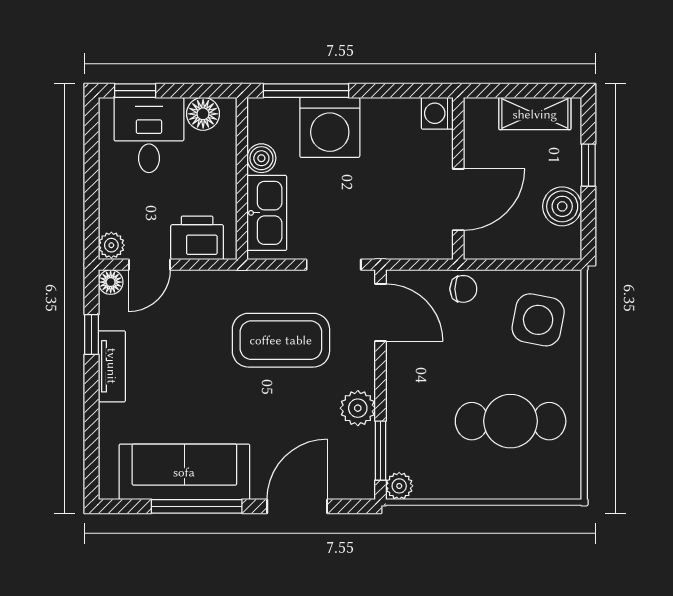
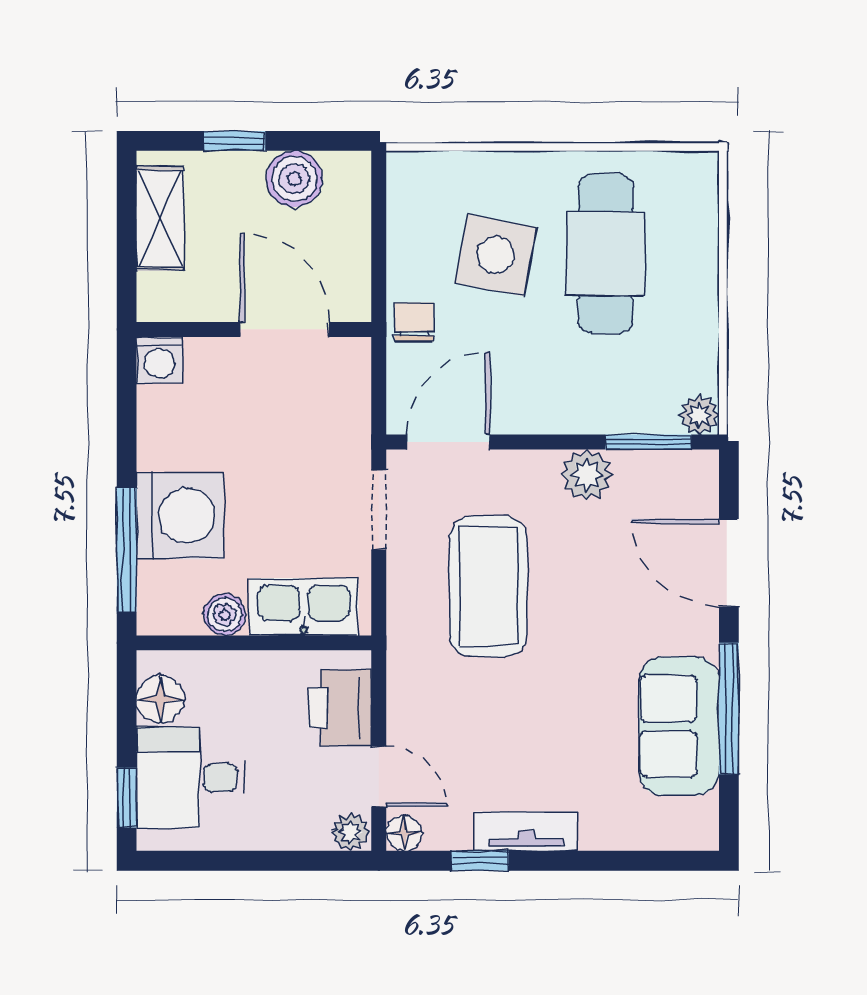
side table: (538, 320) -> (495, 255), moved
sofa: (184, 472) -> (679, 726), width x0.73

